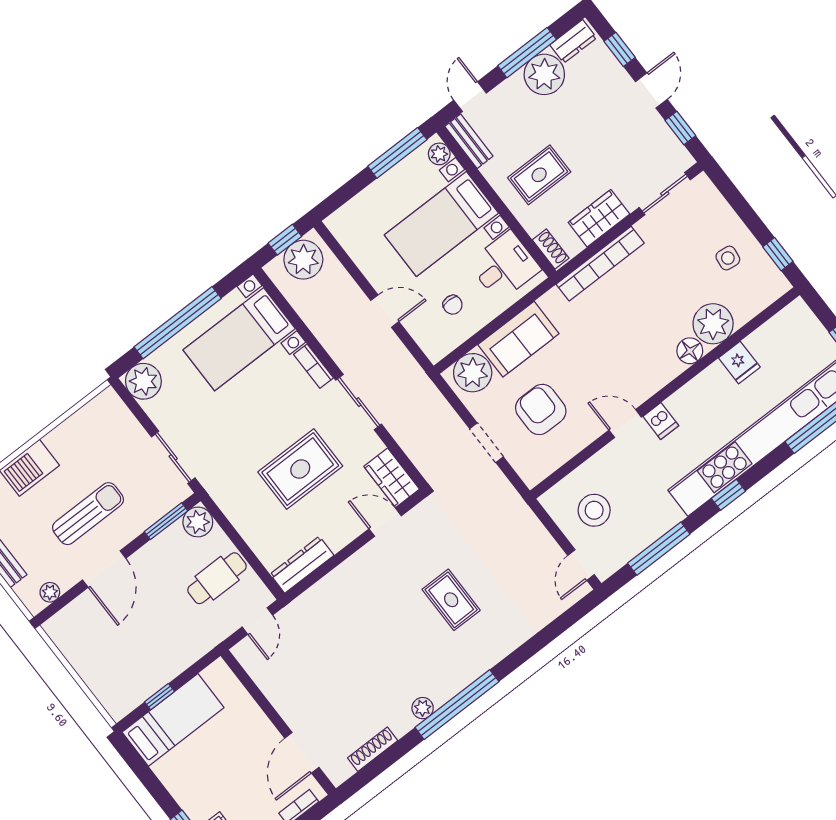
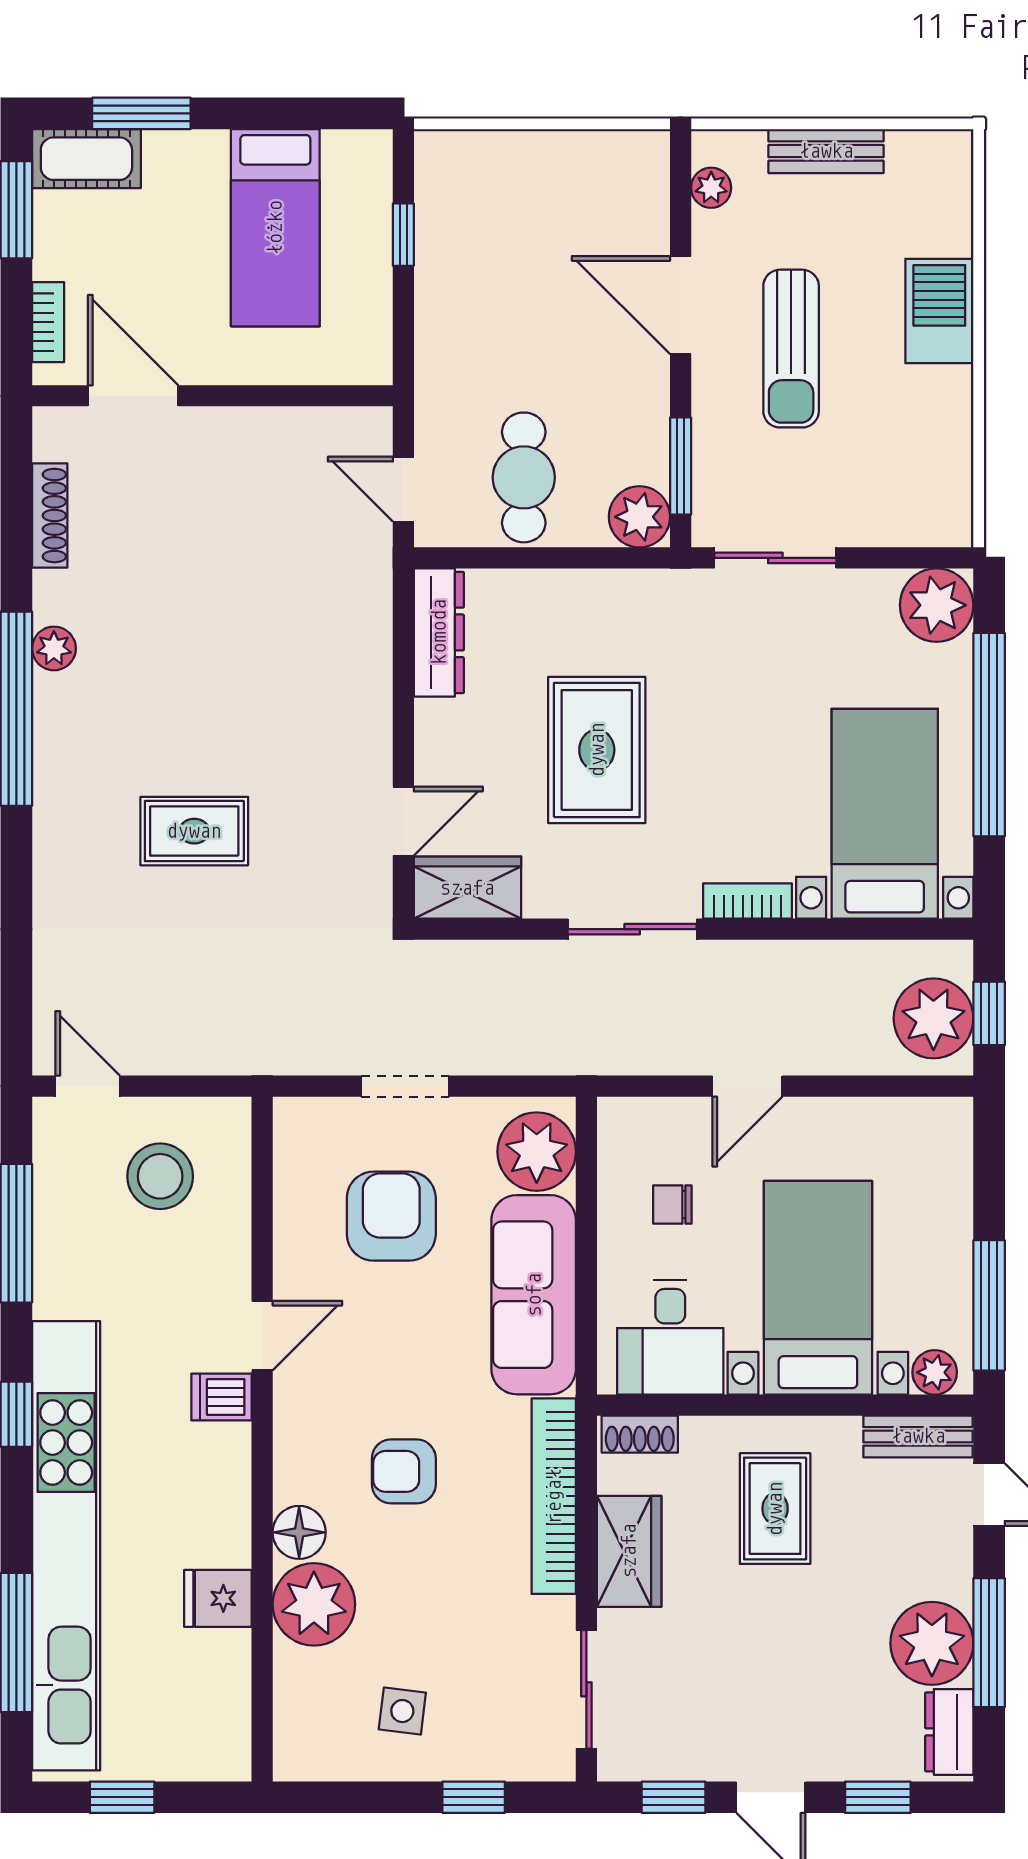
window: (778, 254) -> (474, 1797), moved
armchair: (635, 329) -> (404, 1471), added
sofa: (518, 339) -> (534, 1295), width x1.36
armchair: (541, 409) -> (391, 1216), turned -90
bed: (173, 720) -> (275, 228), moved

